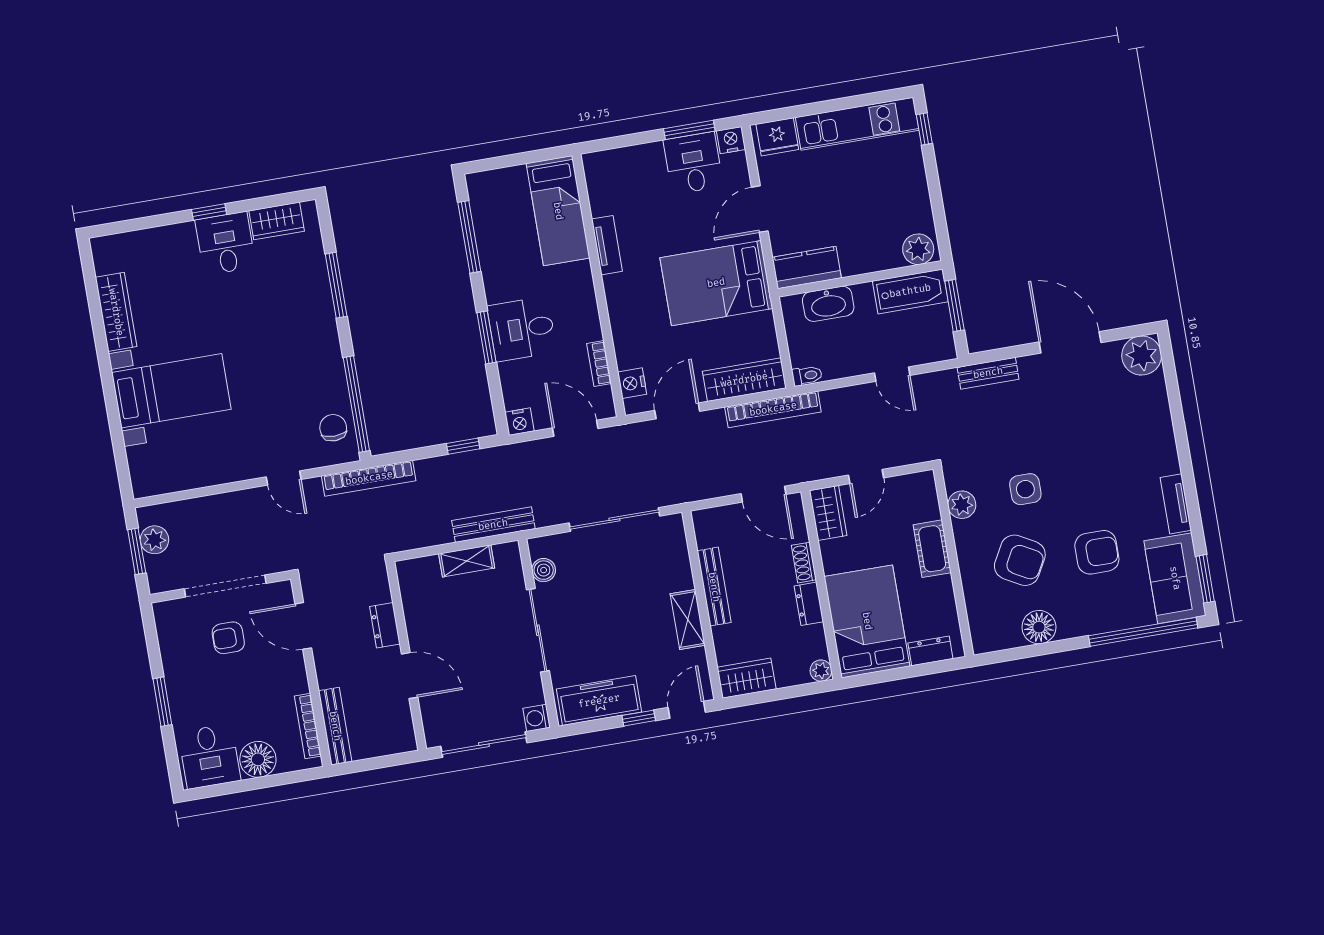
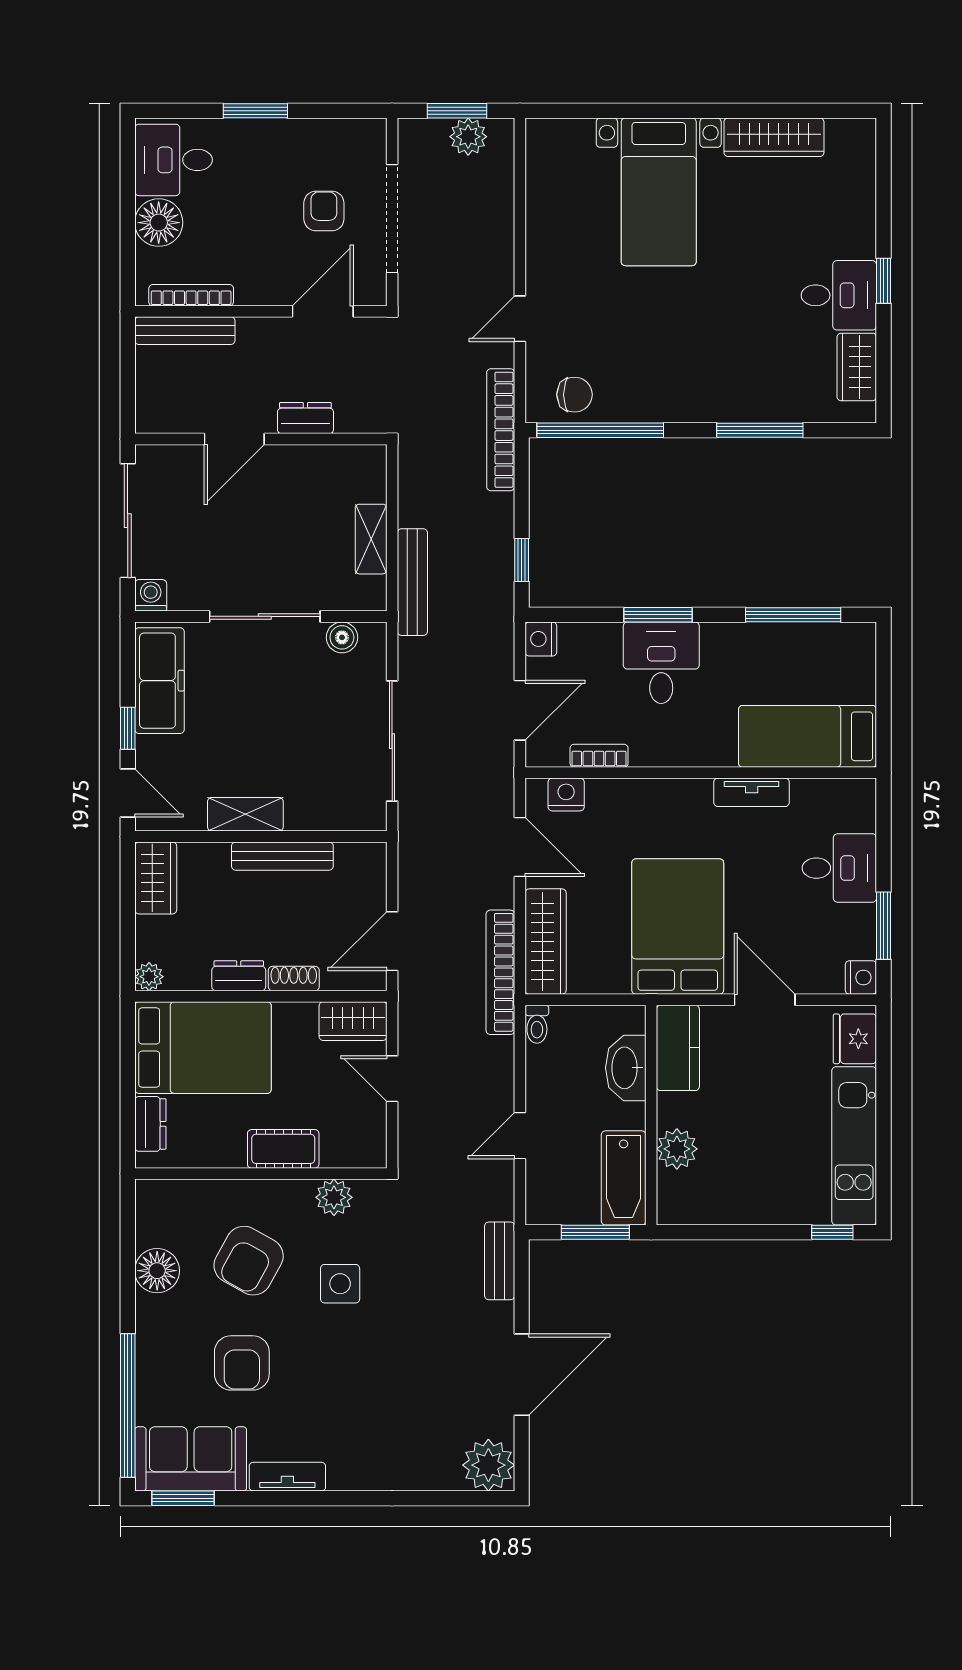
desk: (693, 163) -> (839, 868), moved
plant: (918, 249) -> (677, 1149), moved

